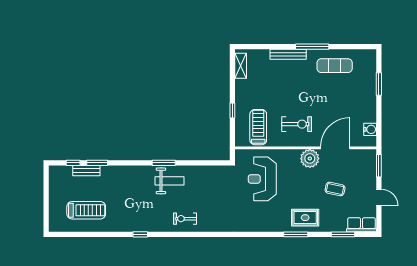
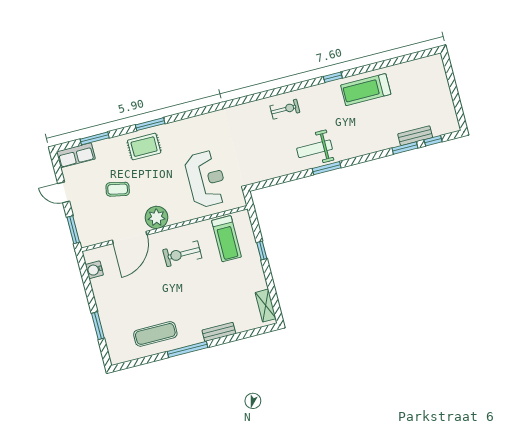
bench: (288, 54) -> (219, 332), width x0.73
treadmill: (86, 210) -> (366, 90), moved

